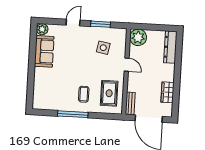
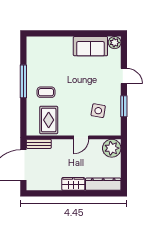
wardrobe: (168, 92) -> (73, 184), moved
rug: (109, 93) -> (49, 120), turned 90

